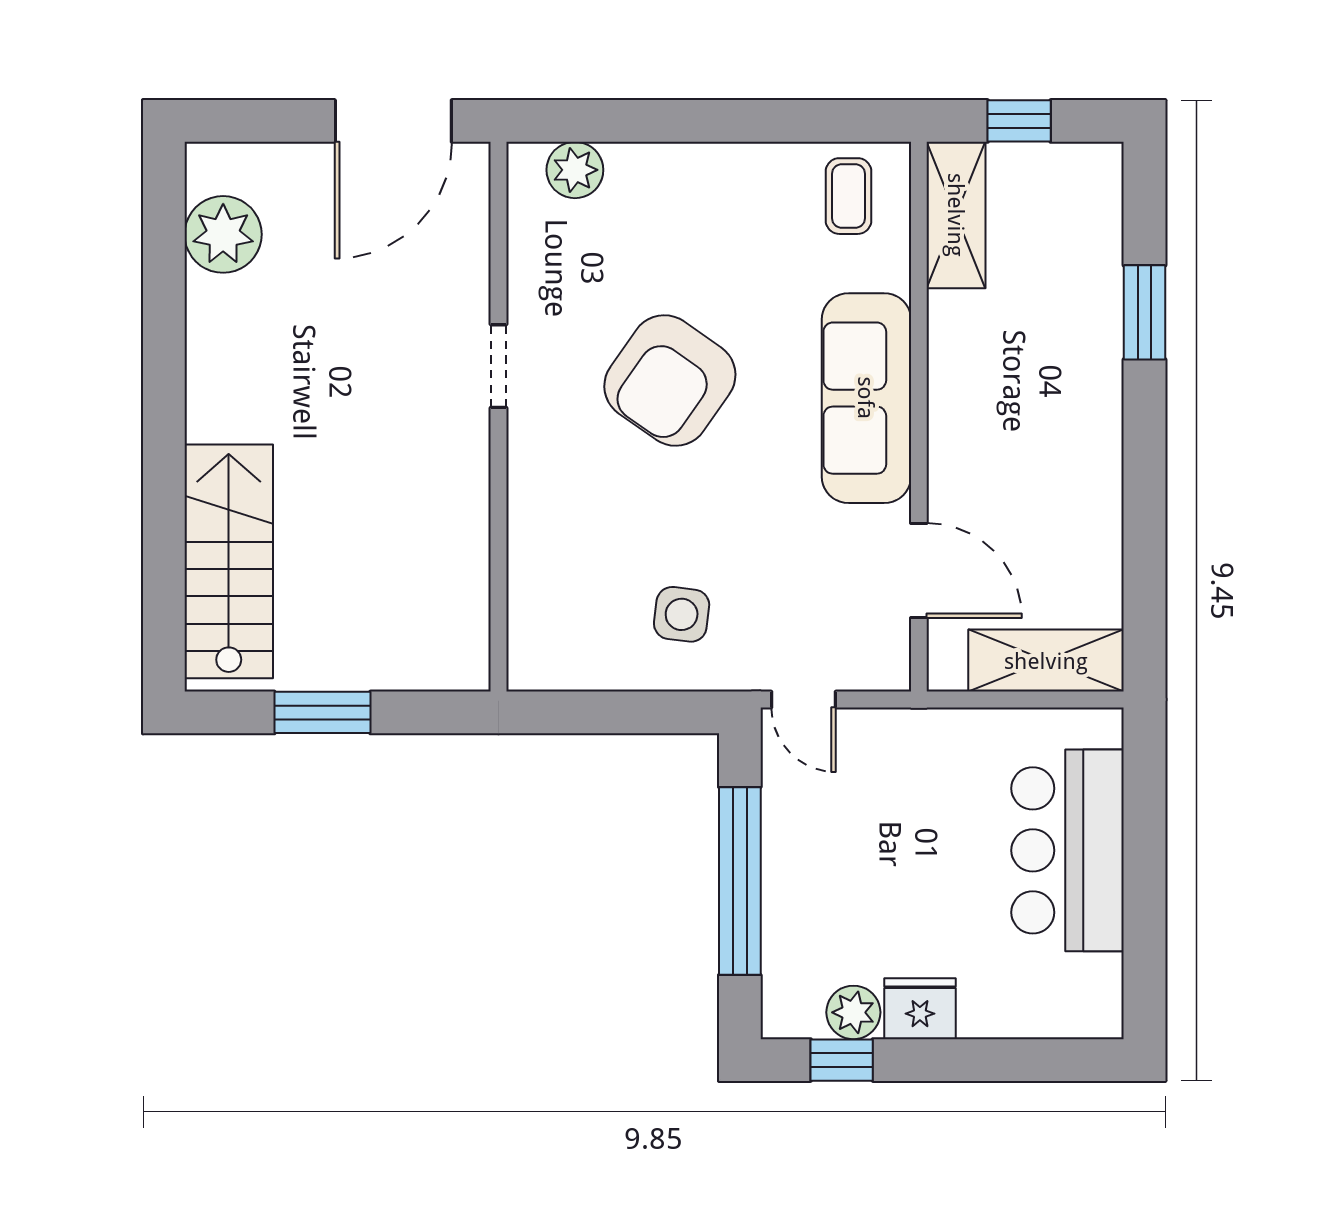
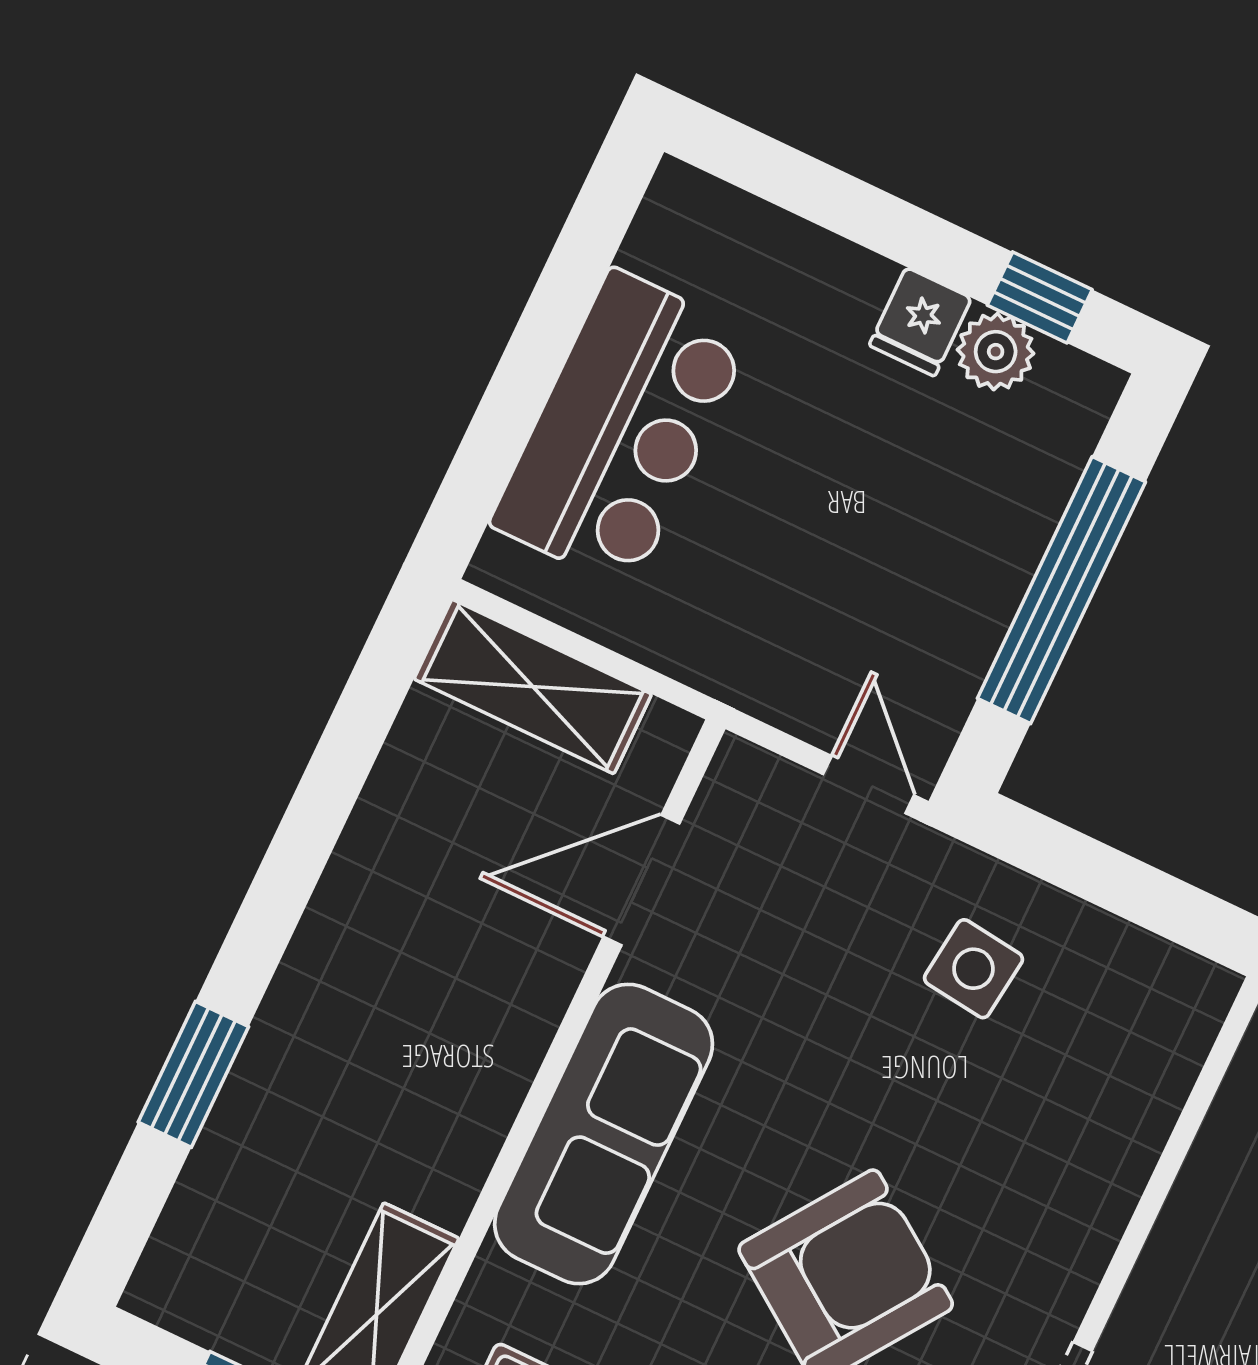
door: (919, 571) -> (641, 880), hinge flipped
fridge: (920, 1009) -> (920, 322), width x0.72

